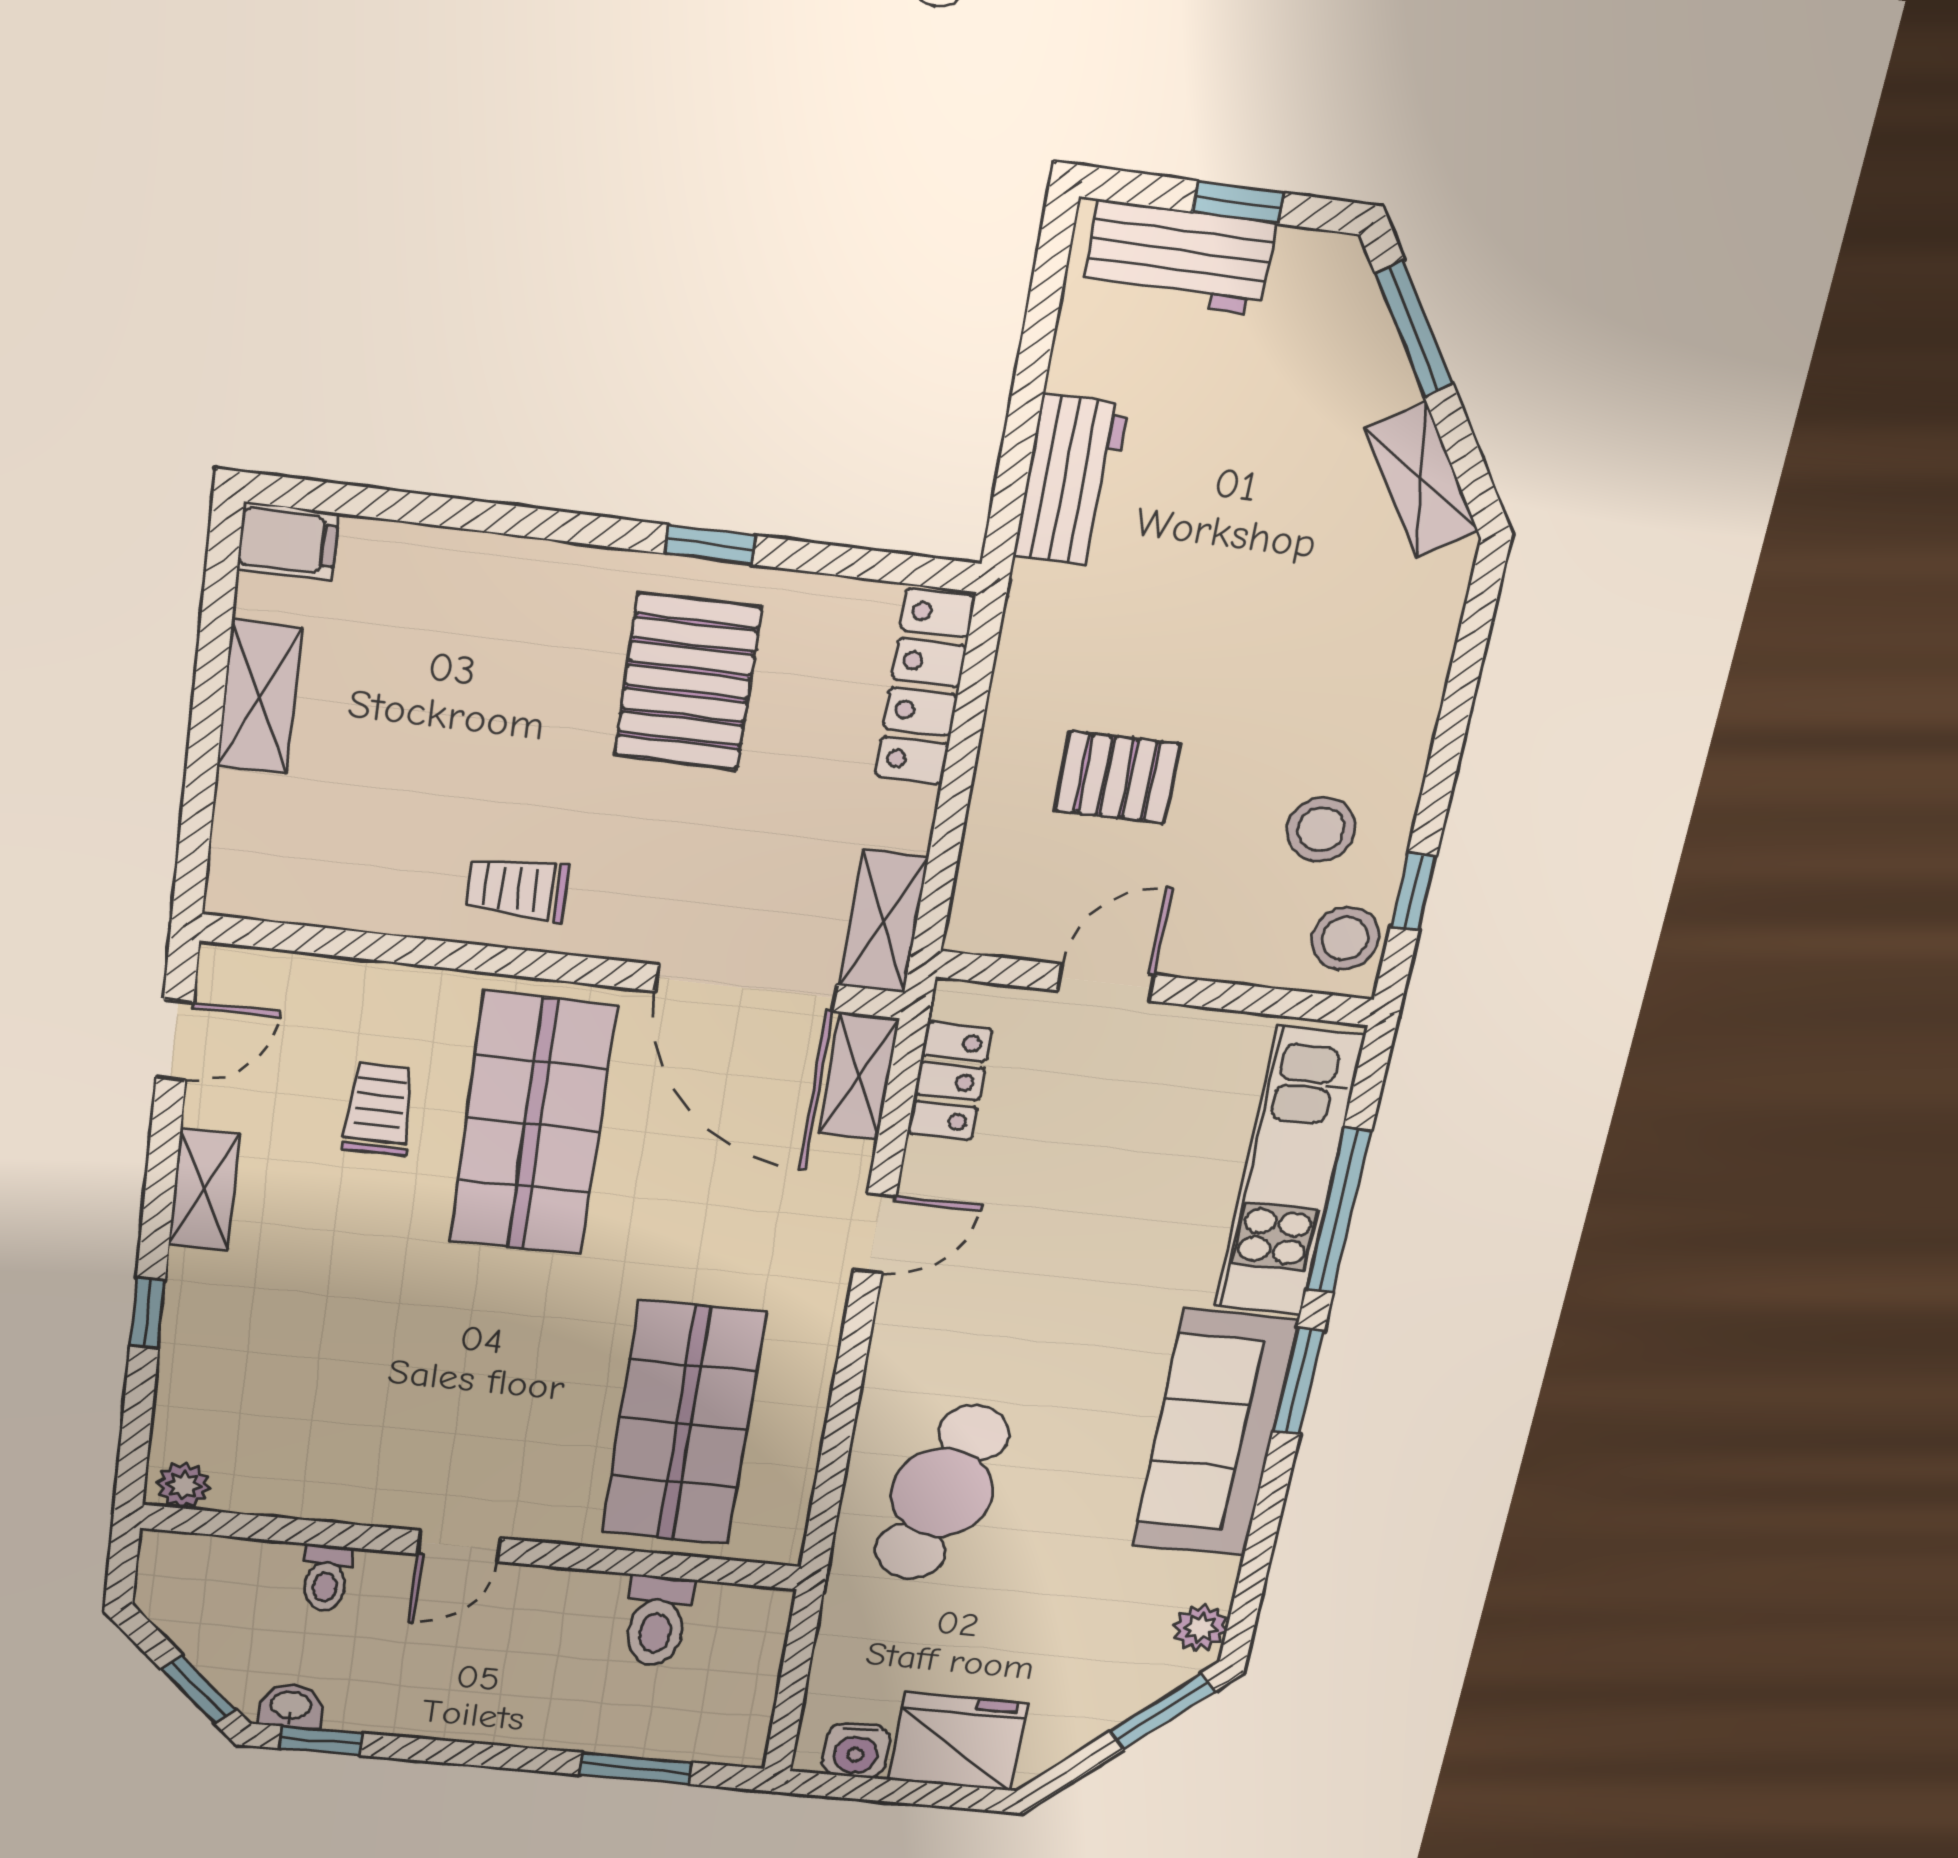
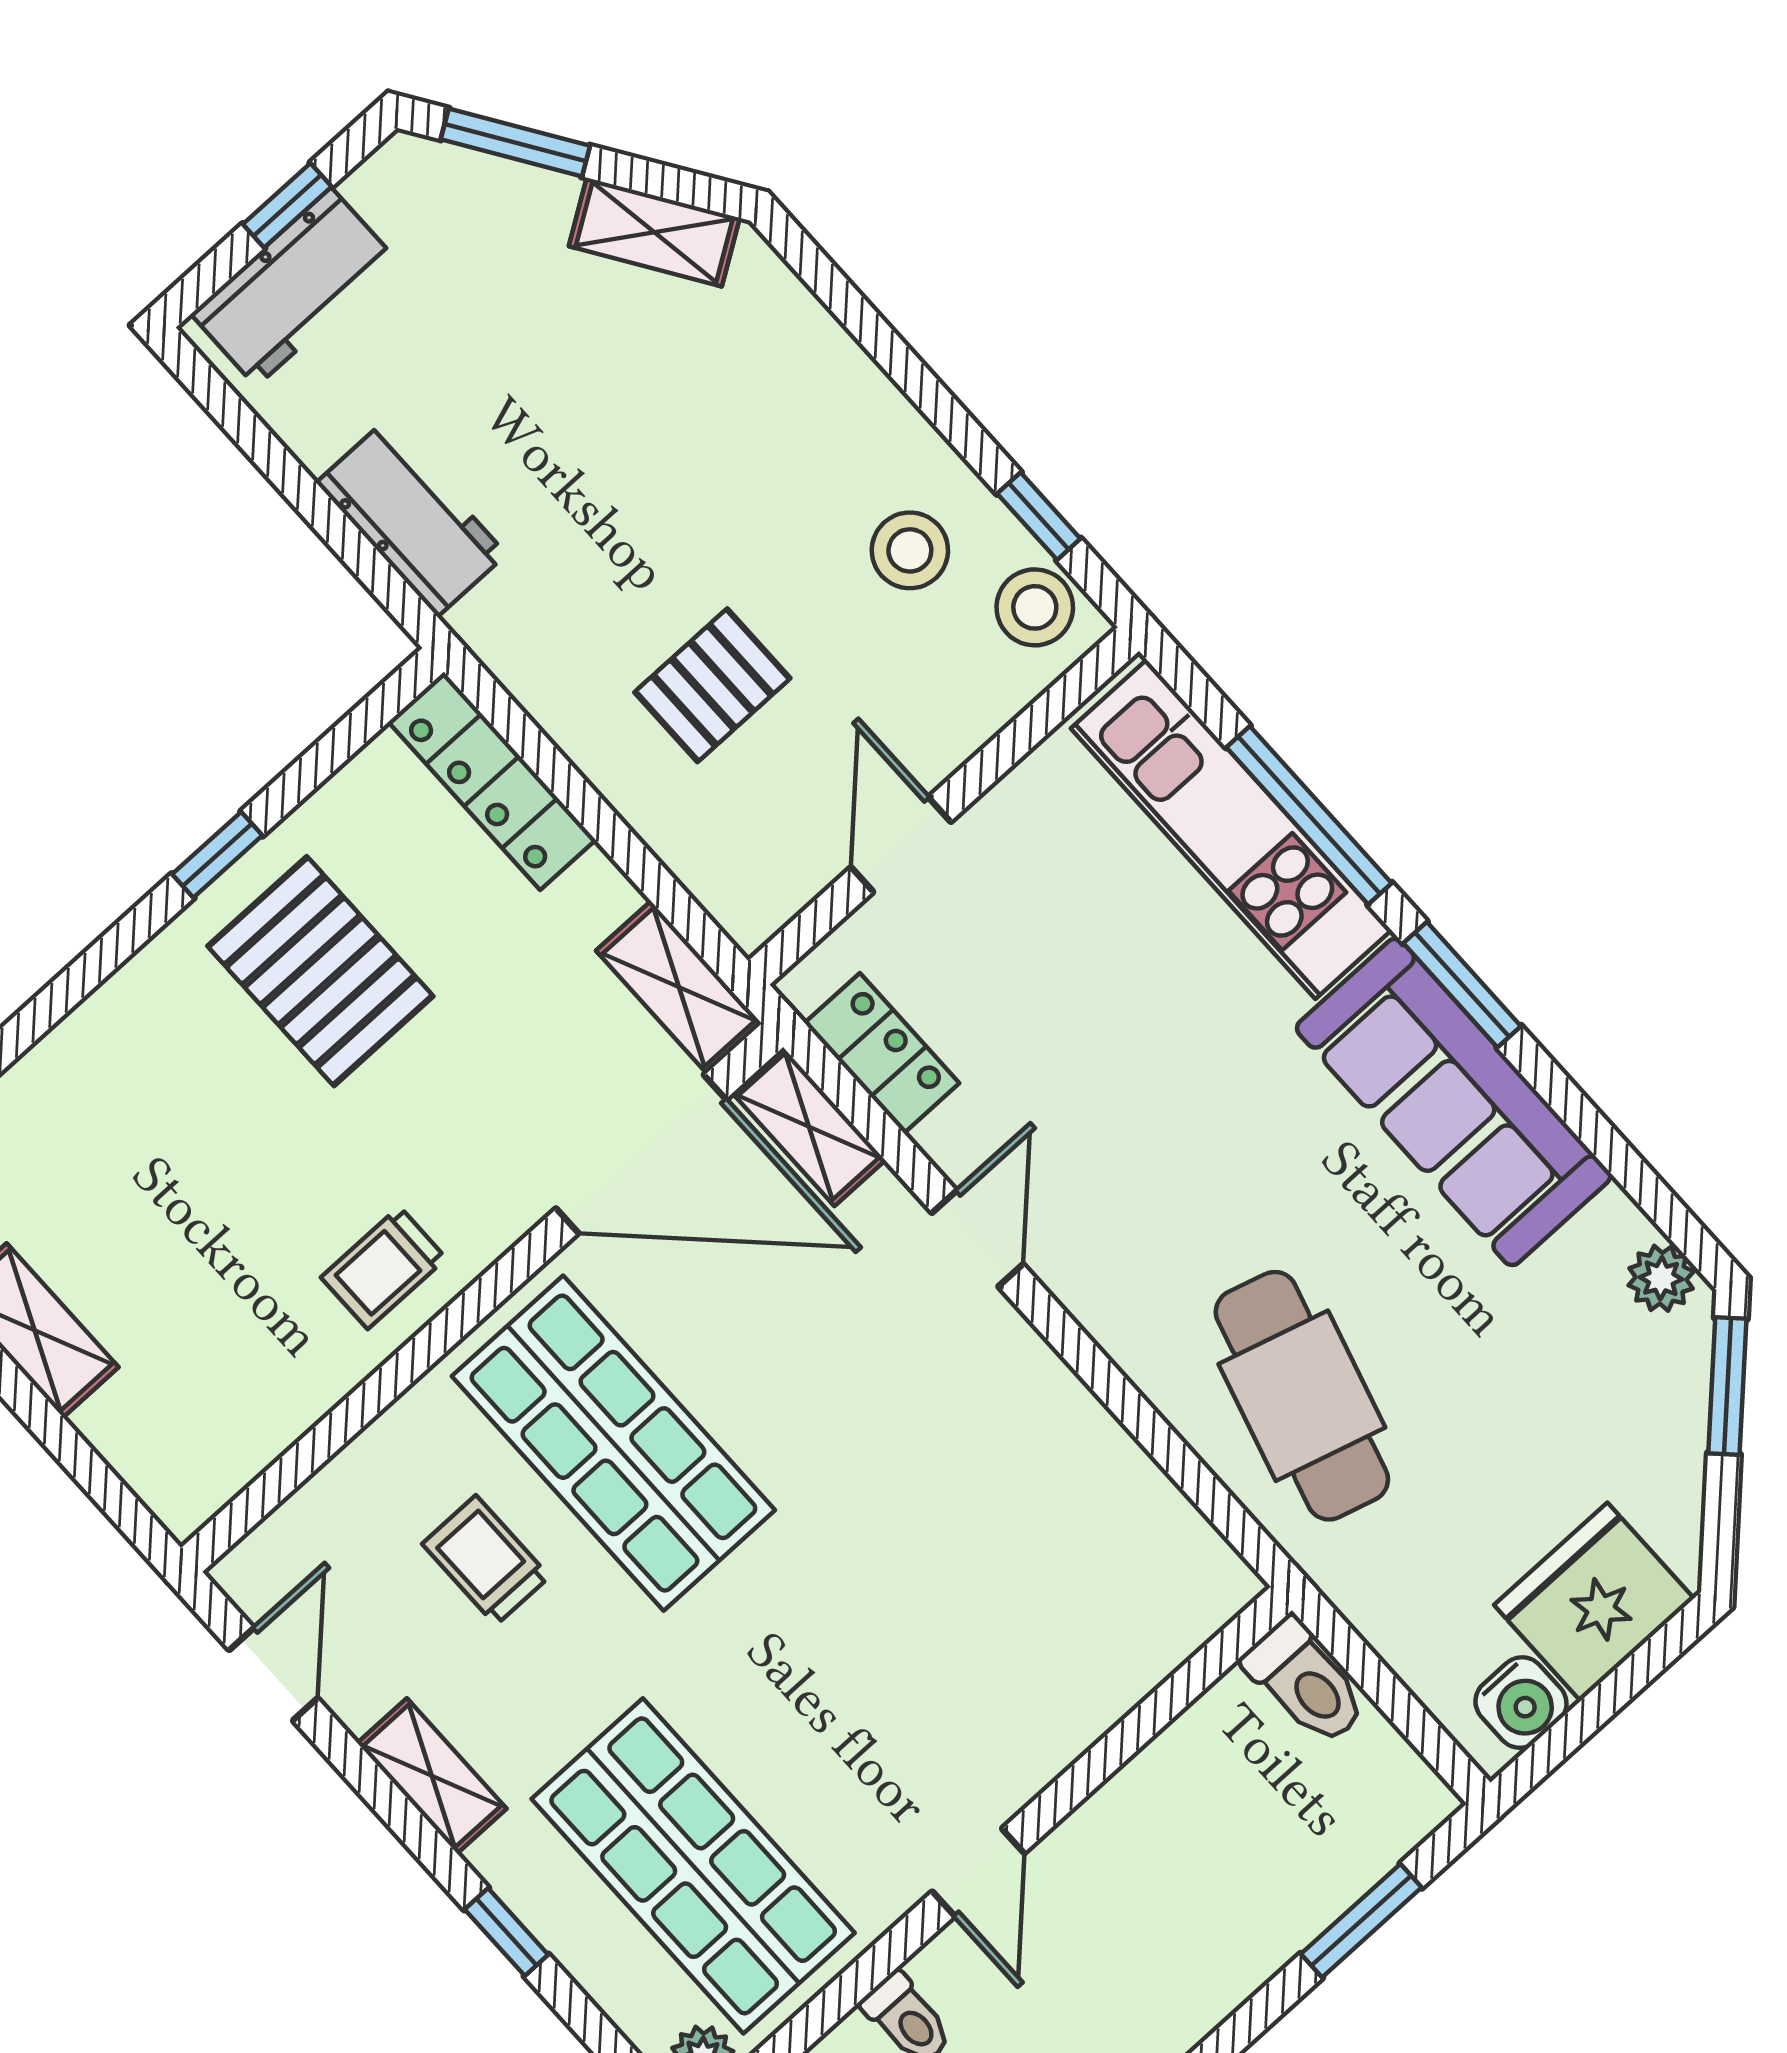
shop shelf: (684, 1424) -> (693, 1866), moved
toilet: (657, 1621) -> (1306, 1682), moved

